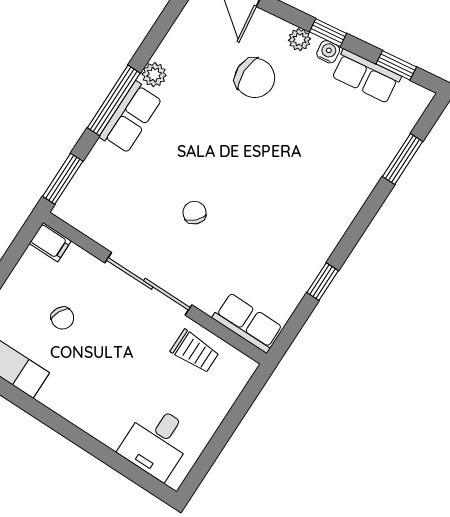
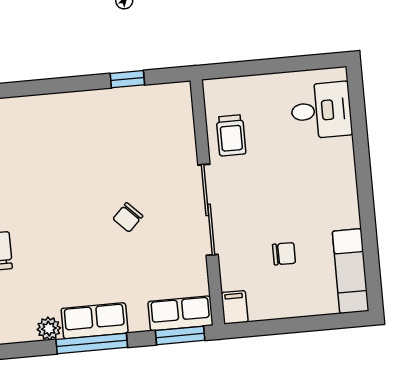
window: (323, 282) -> (127, 79), moved
chair: (62, 318) -> (284, 254), turned 63
row of seats: (248, 323) -> (180, 313), moved, turned 90
trolley: (195, 351) -> (231, 135), turned 180

